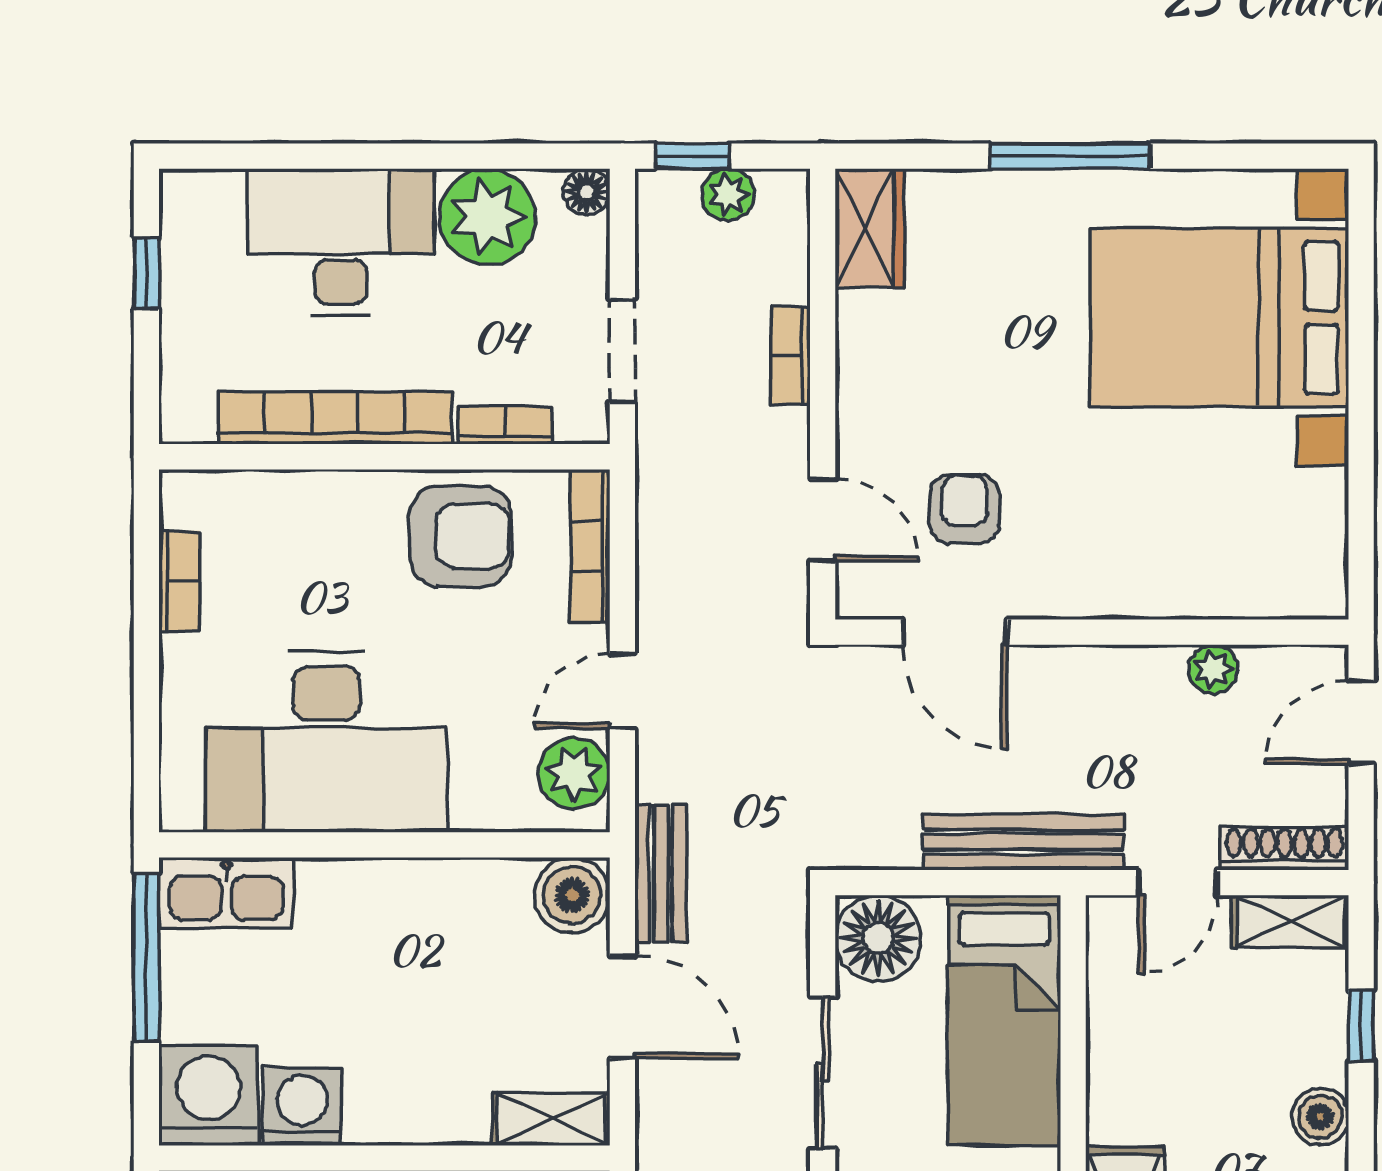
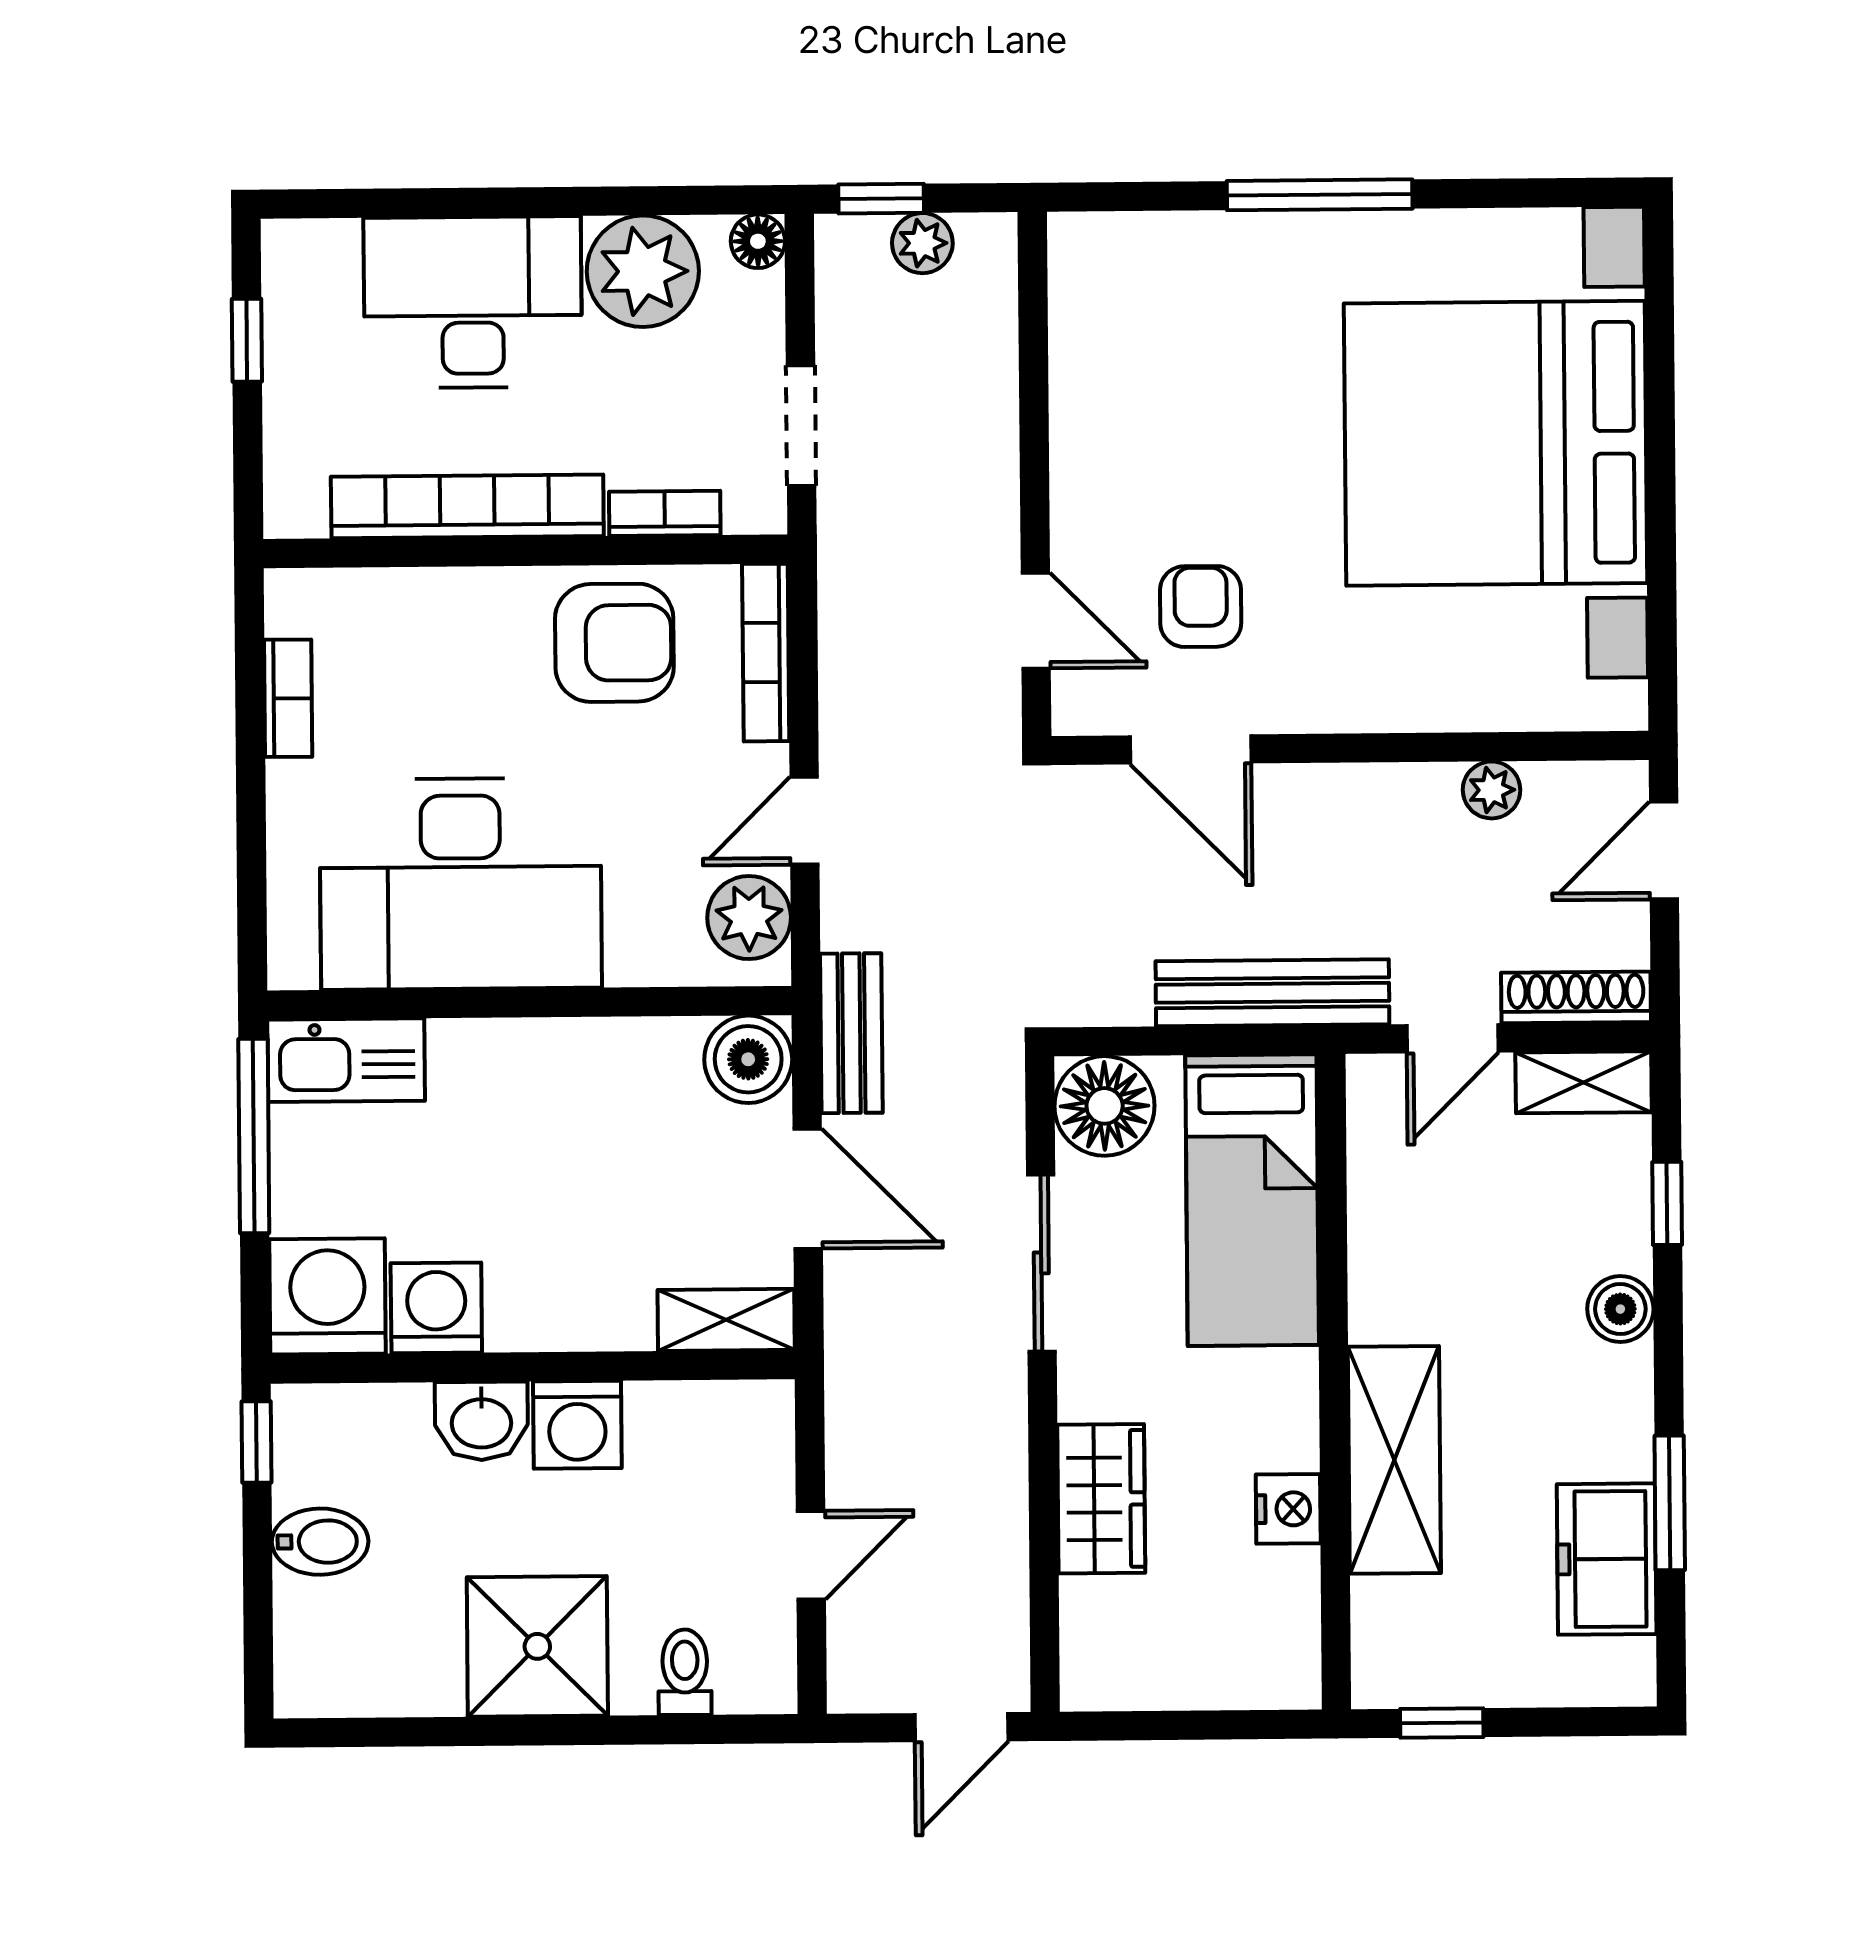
wardrobe: (870, 228) -> (1088, 281), removed
bed with nightstands: (1219, 317) -> (1495, 443), width x1.36
bookcase: (791, 356) -> (997, 430), removed

